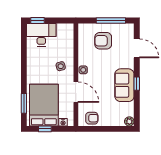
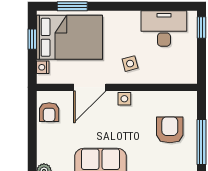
desk: (41, 35) -> (164, 28), moved, turned -90

